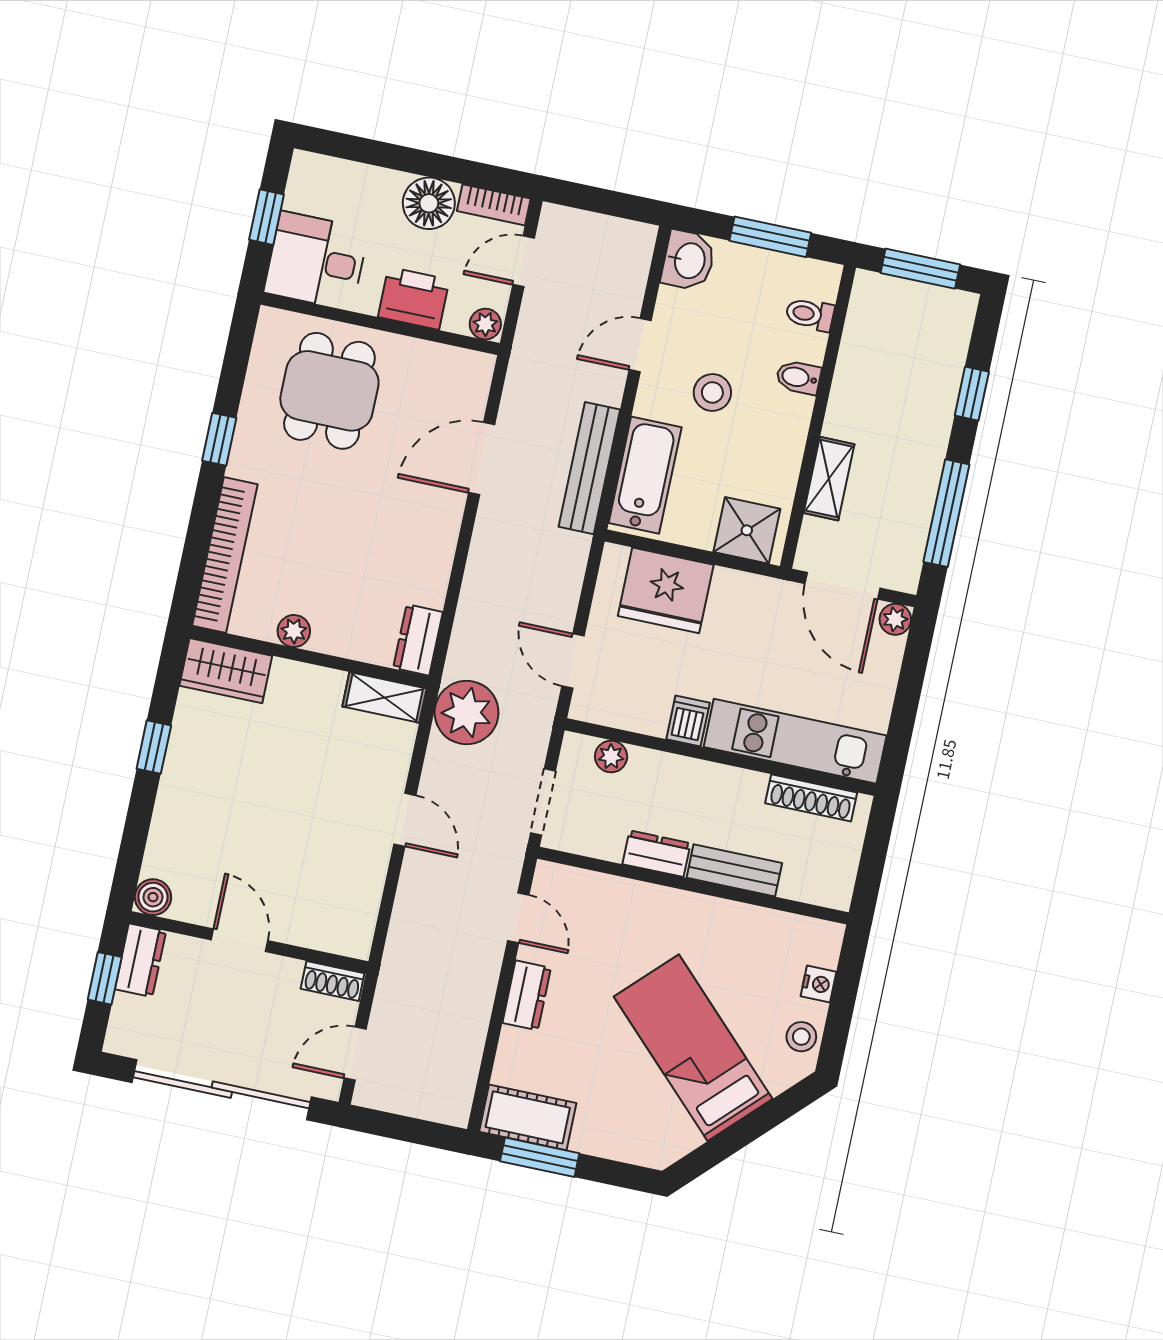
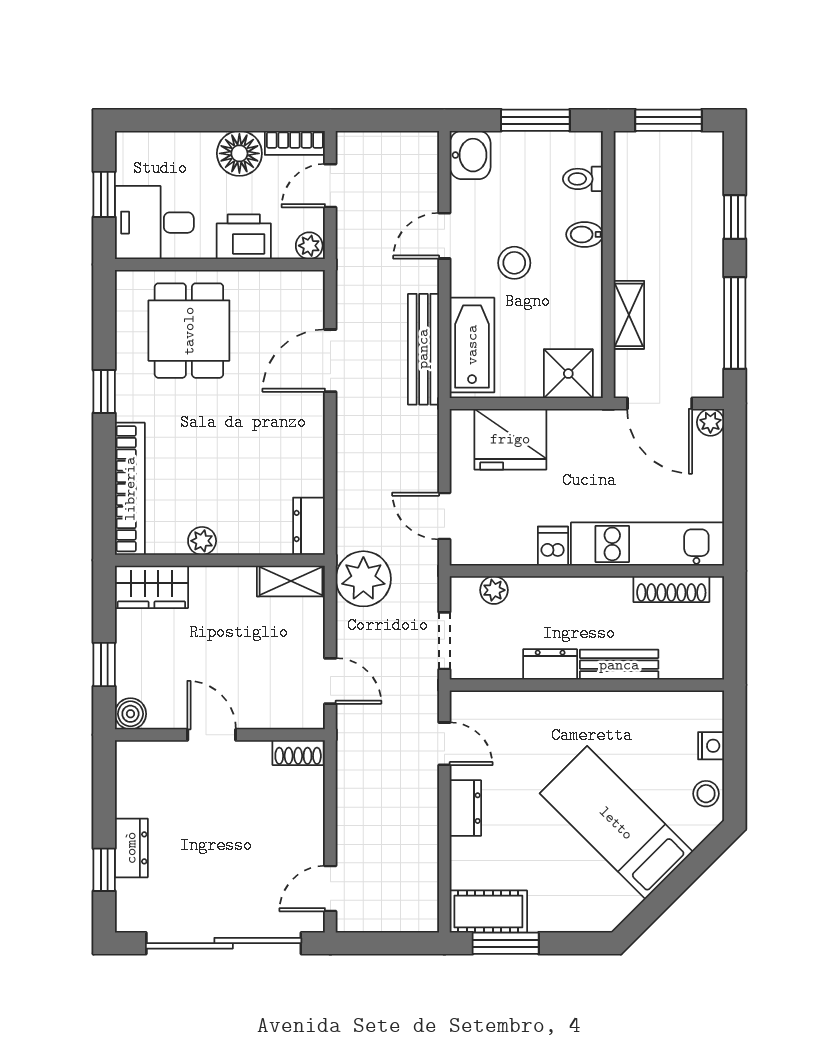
boiler: (153, 897) -> (130, 714), moved
door: (239, 940) -> (212, 735), moved
wall: (249, 942) -> (220, 735), moved
shoe rack: (333, 981) -> (298, 753), moved

